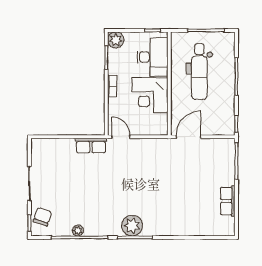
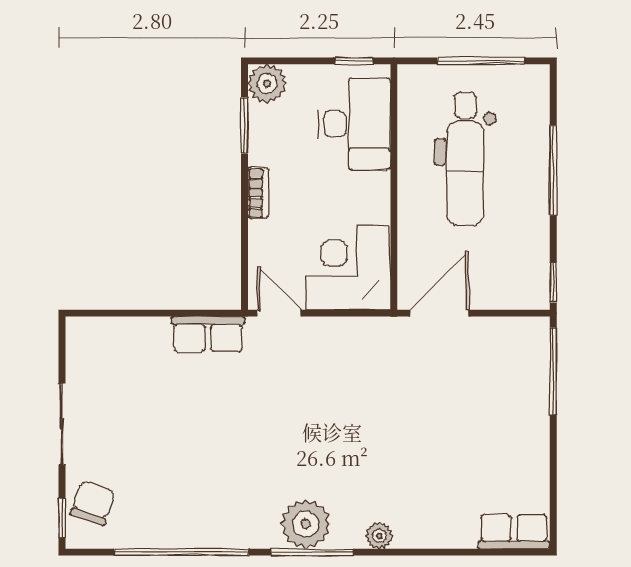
corner desk: (150, 95) -> (348, 268), moved, turned 90
row of seats: (228, 201) -> (514, 532), moved, turned 90
plant: (78, 231) -> (379, 536), moved

